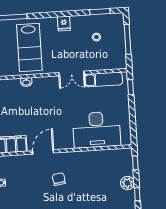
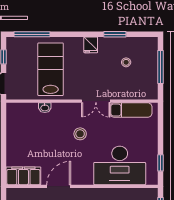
window: (100, 12) -> (115, 34), moved
lab bench: (29, 47) -> (51, 69), turned 180
window: (131, 87) -> (160, 163), moved
stool: (59, 104) -> (80, 134), added

